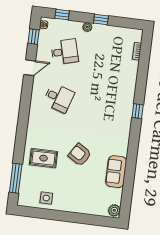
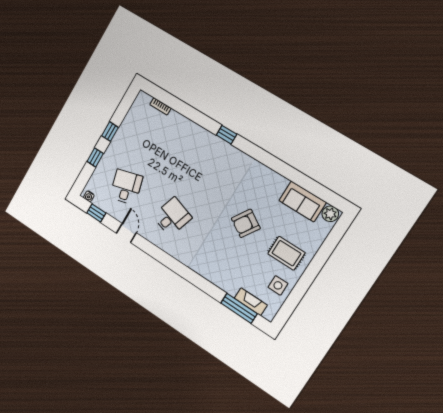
window: (62, 15) -> (95, 157), moved
plant: (87, 27) -> (111, 150), removed
rug: (43, 158) -> (286, 253), moved, turned 90
sofa: (116, 172) -> (303, 201), moved
fireplace: (25, 184) -> (251, 302), added

